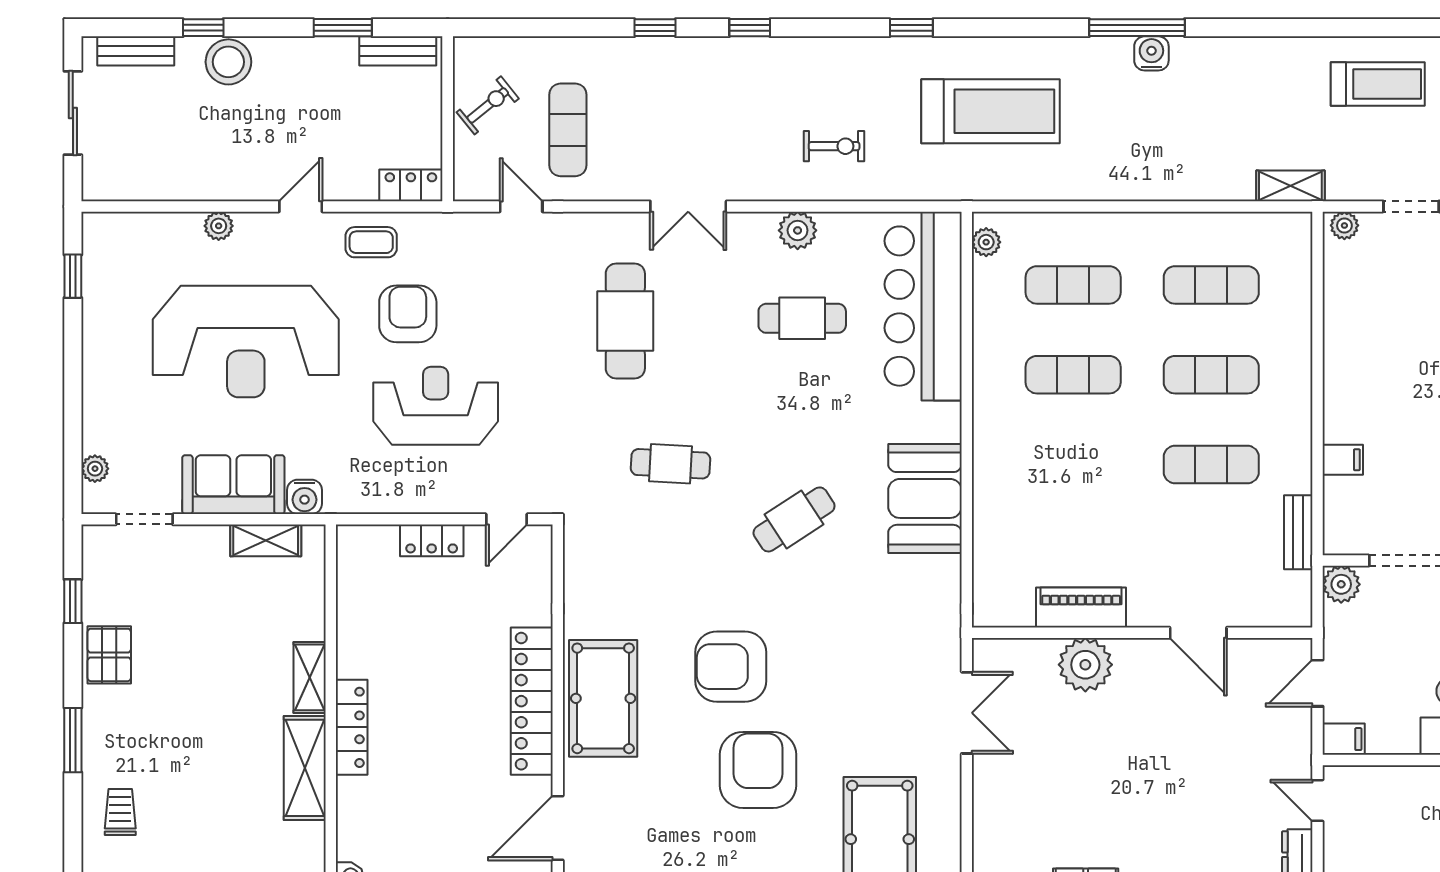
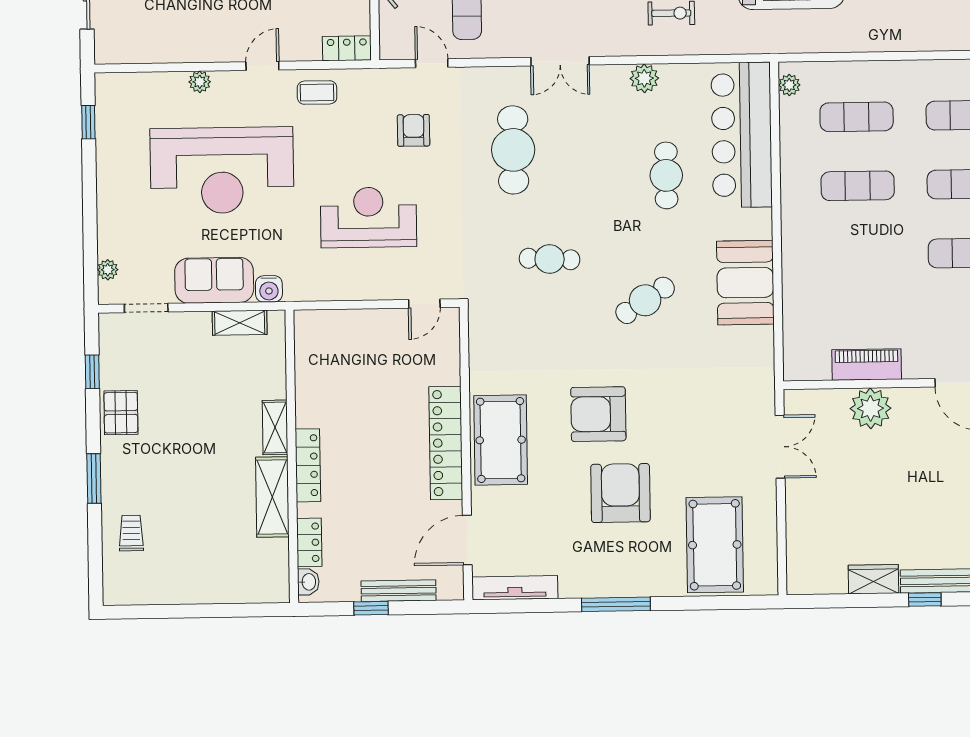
armchair: (408, 314) -> (414, 130), moved, width x0.72, depth x0.72
cafe table: (802, 318) -> (666, 175), moved, turned 90
locker: (432, 540) -> (309, 542), moved, turned -90

